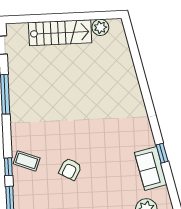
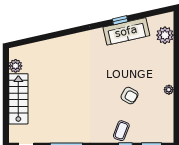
sofa: (151, 169) -> (126, 31), width x1.36

